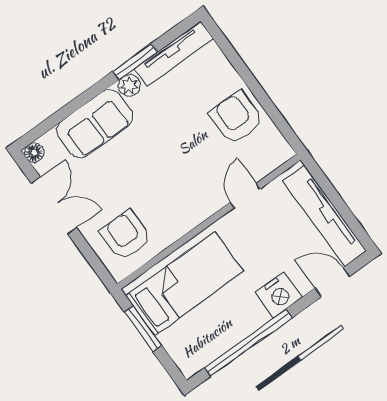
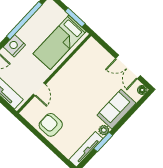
armchair: (236, 118) -> (51, 125), turned 180
armchair: (126, 235) -> (92, 60), removed

